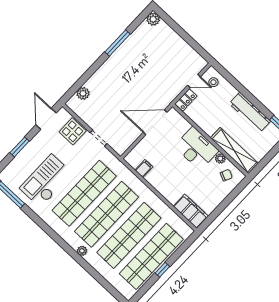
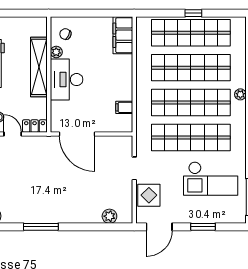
shelving: (234, 151) -> (39, 67), moved

